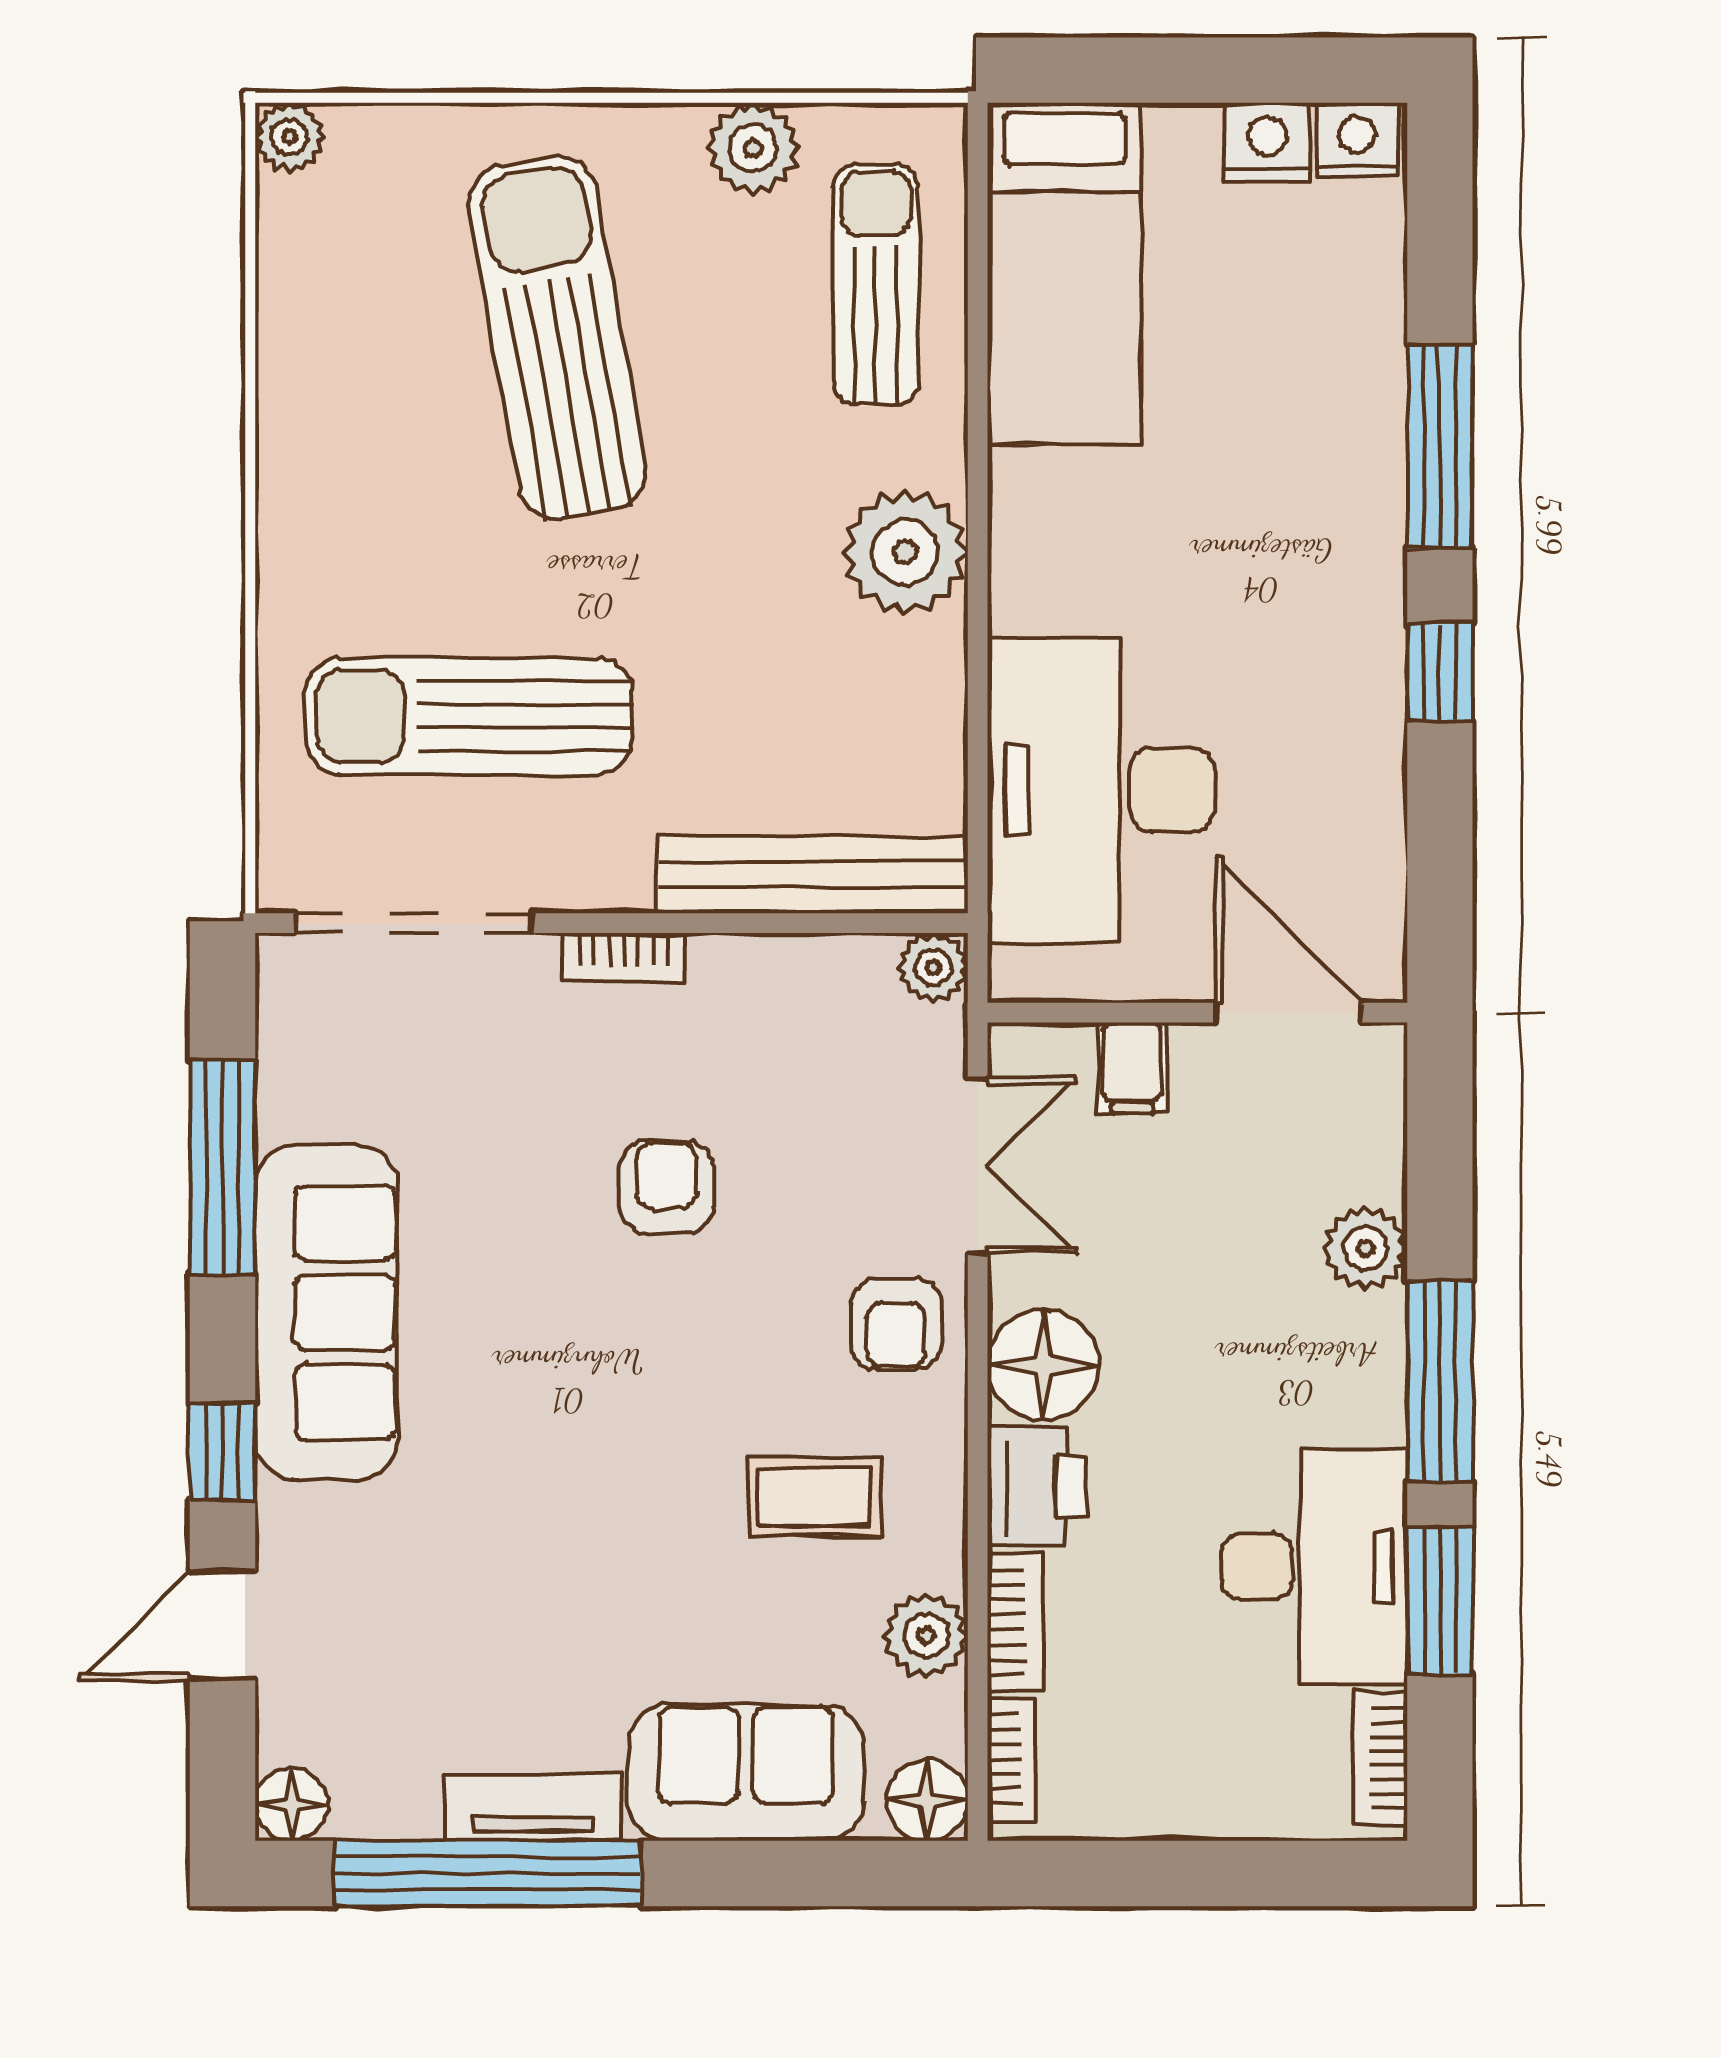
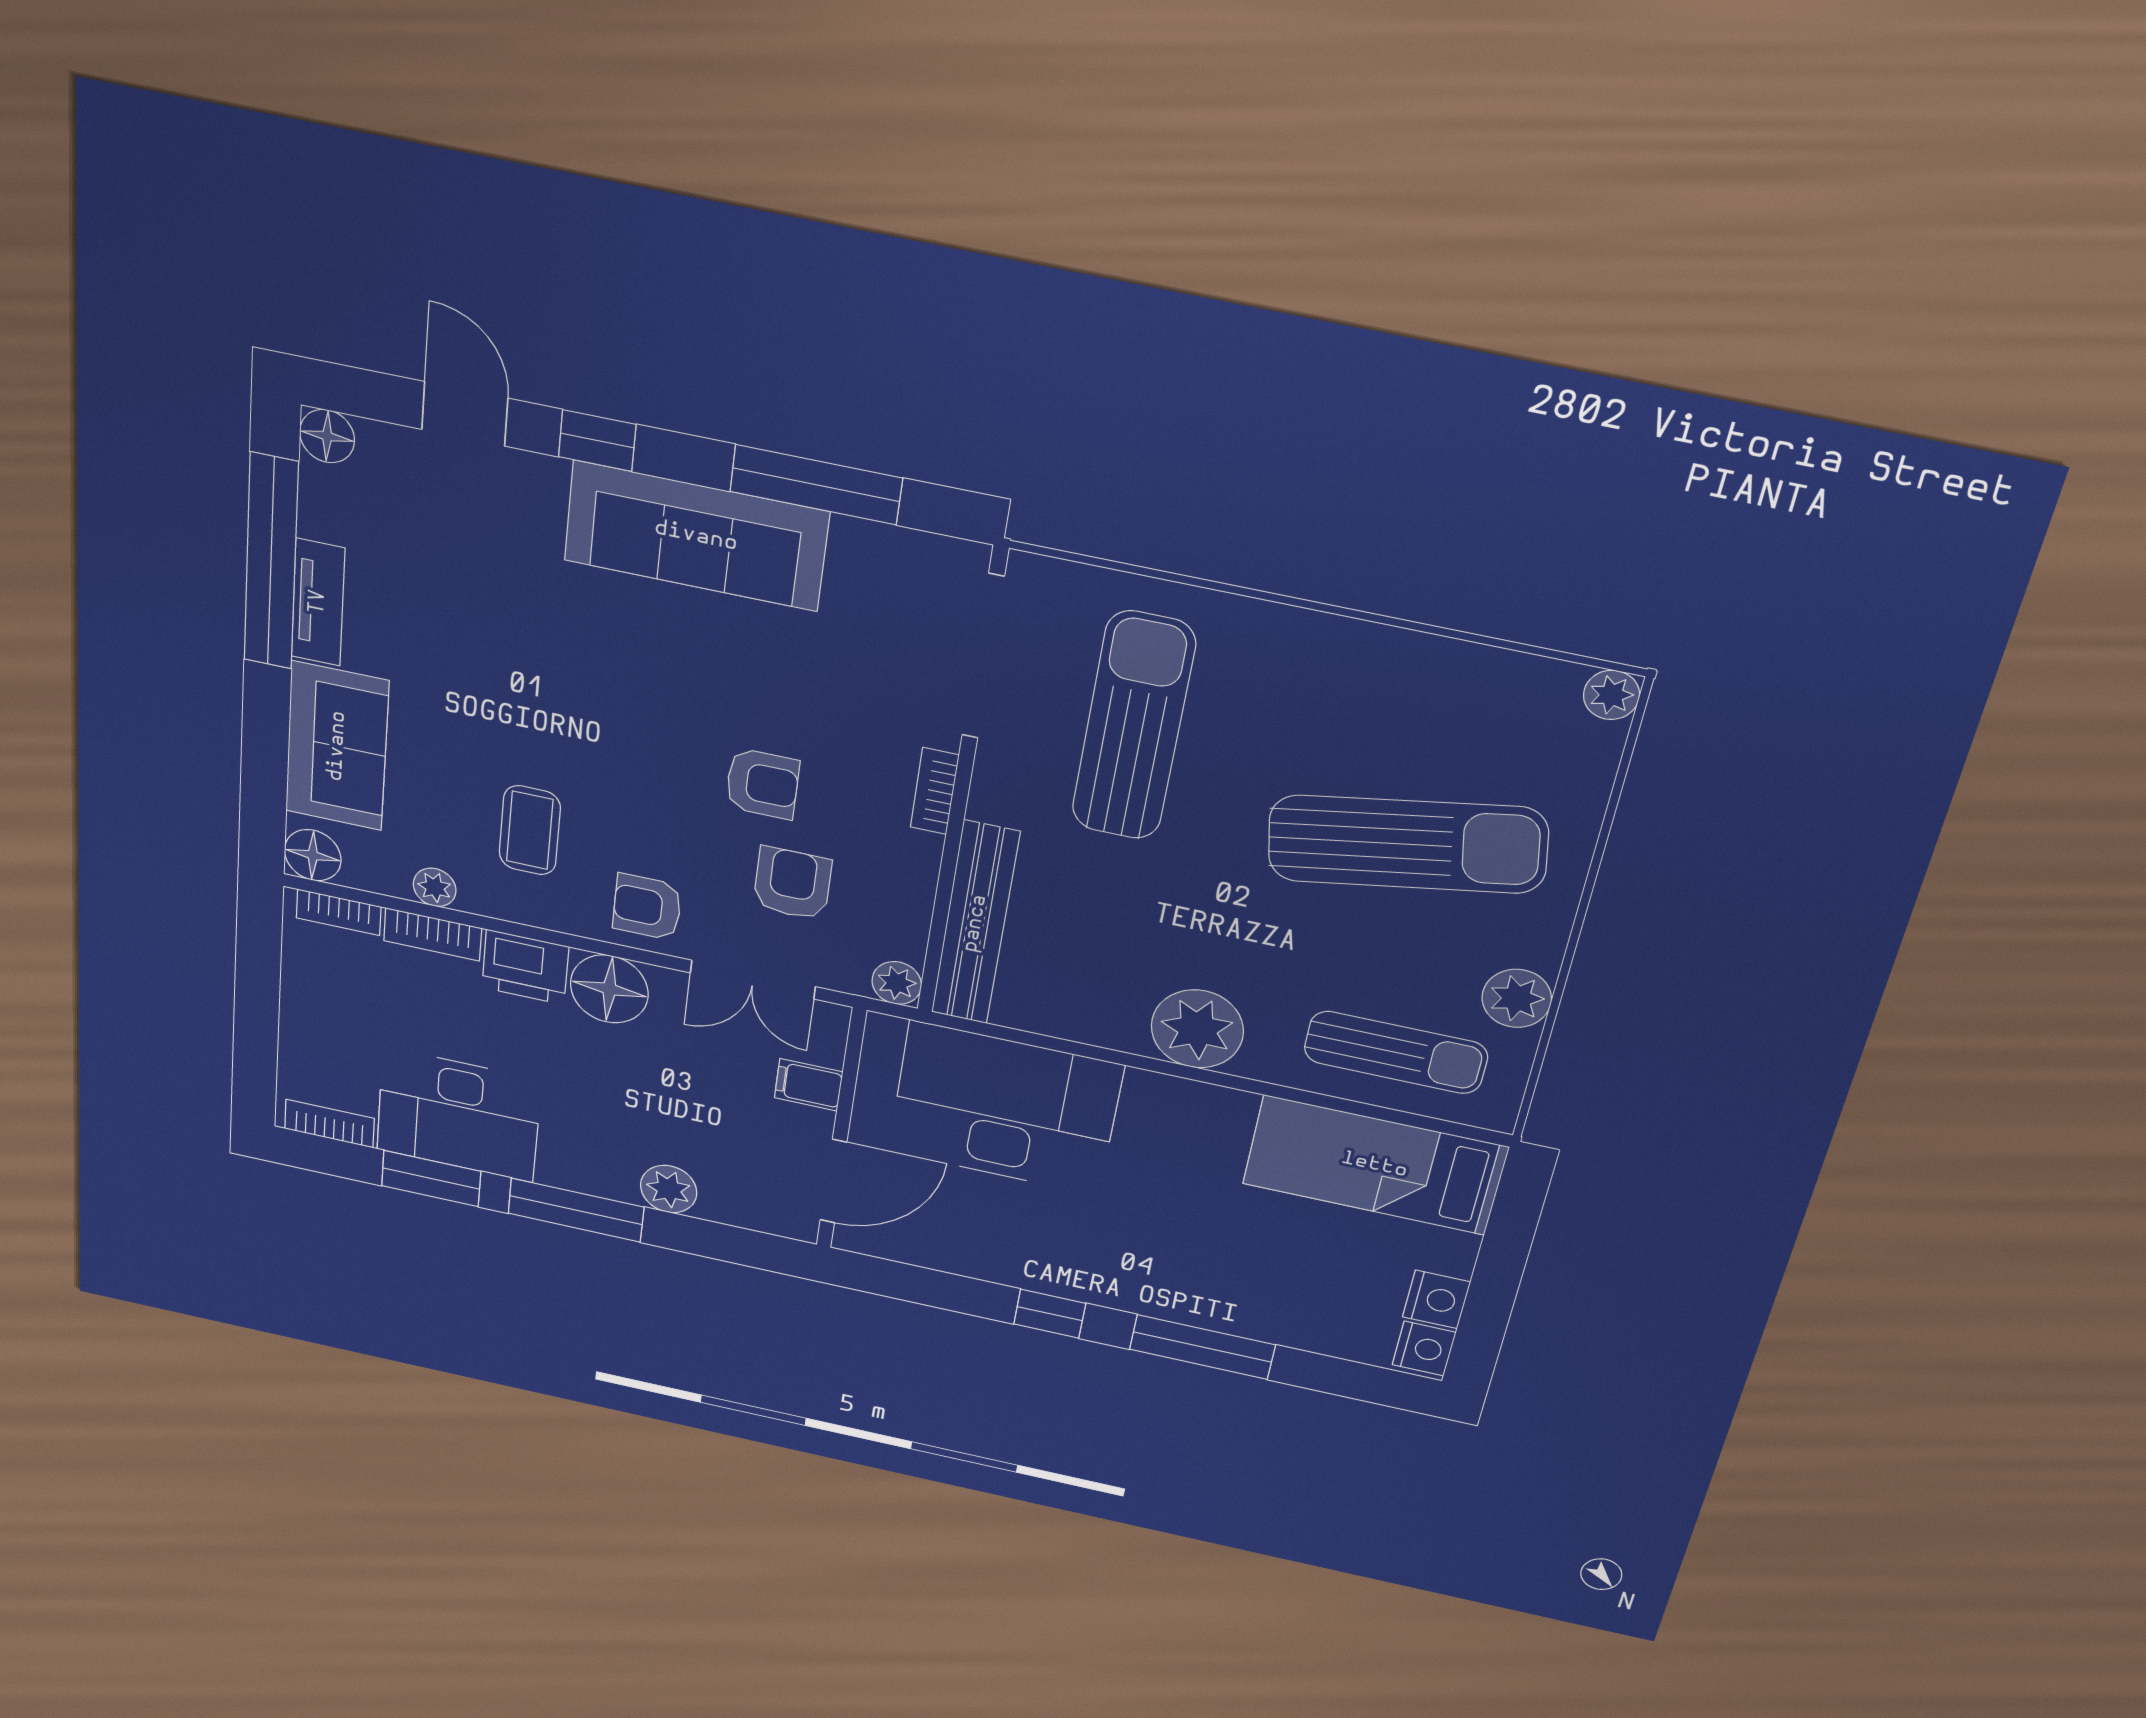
armchair: (811, 1129) -> (792, 883), added
plant: (926, 1636) -> (435, 887), width x0.73, depth x0.73

